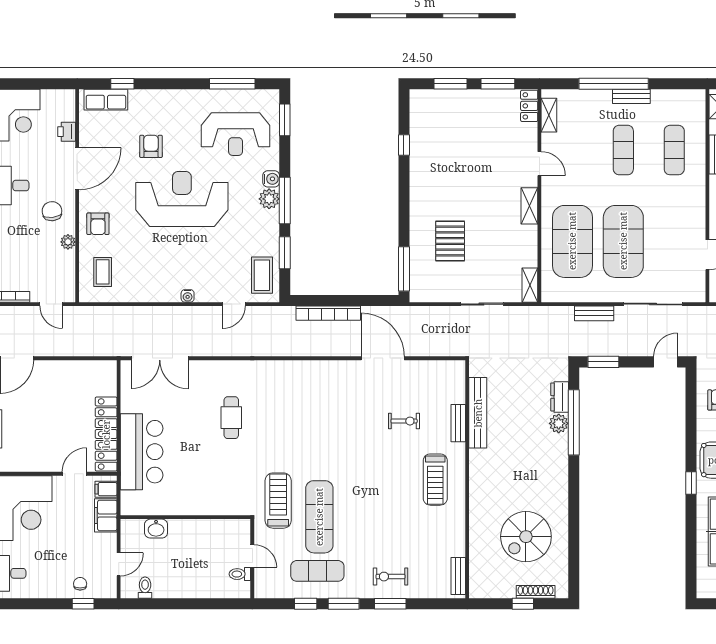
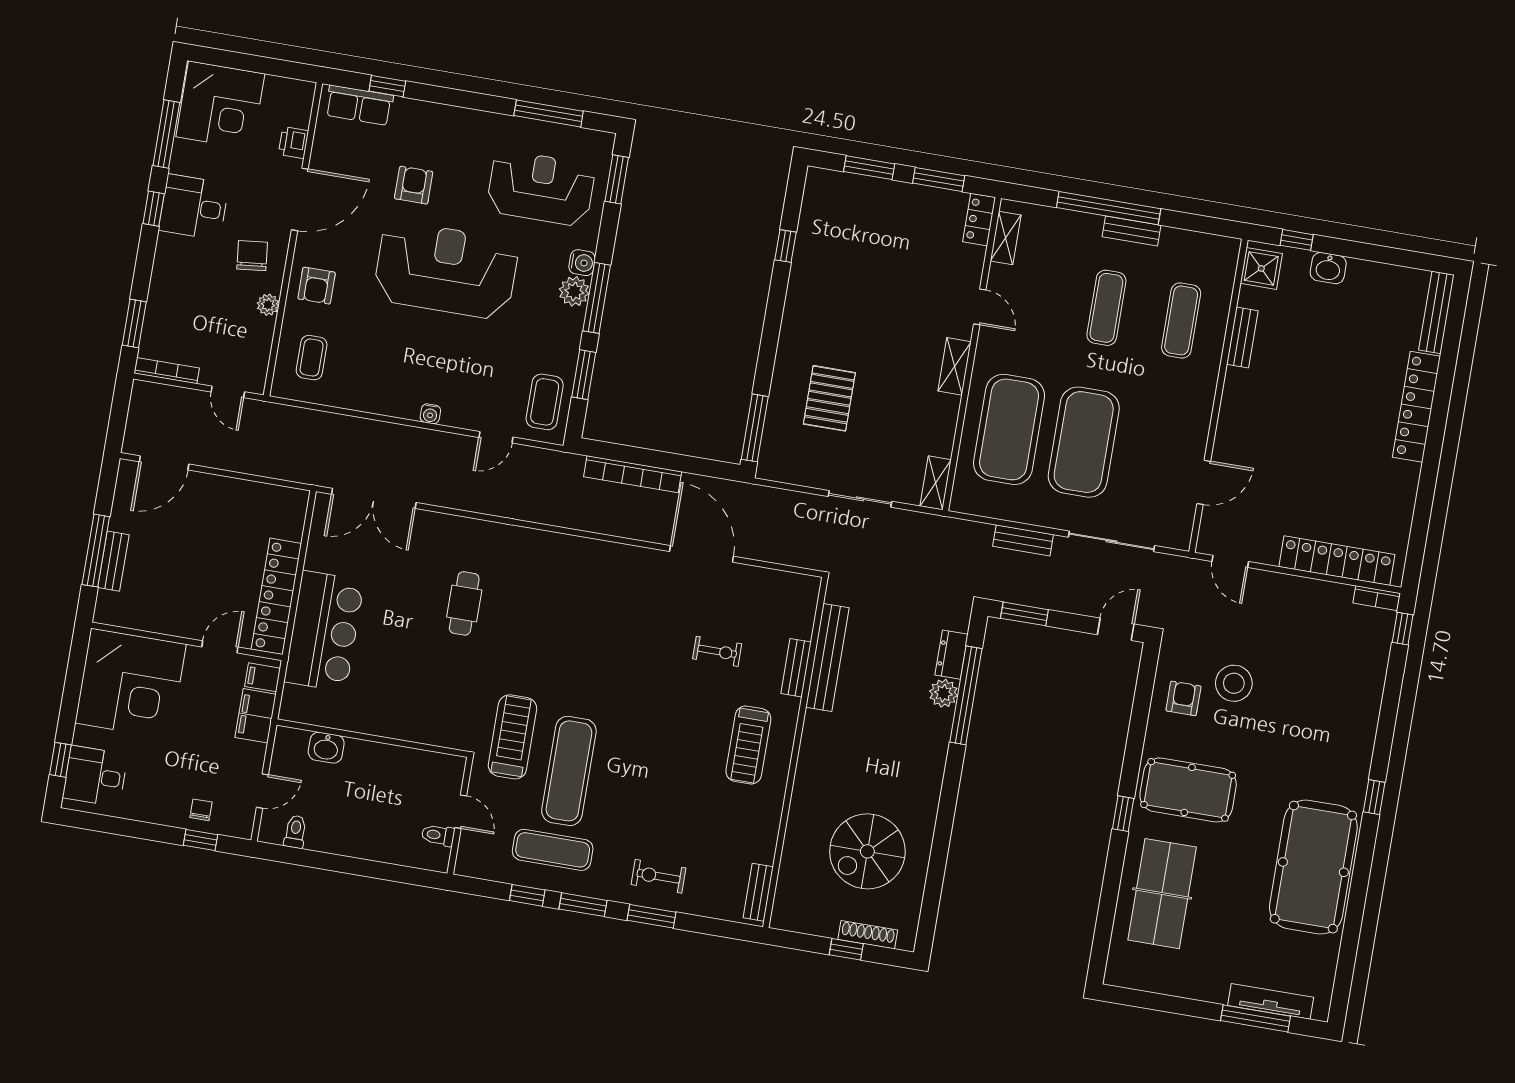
reception desk: (236, 134) -> (541, 188), turned 180

